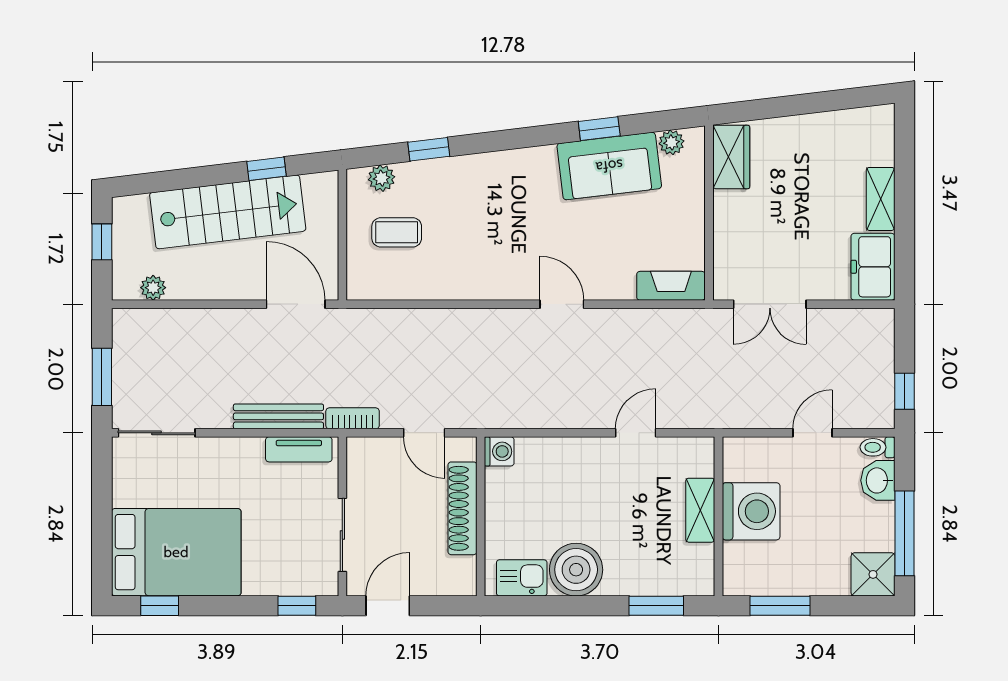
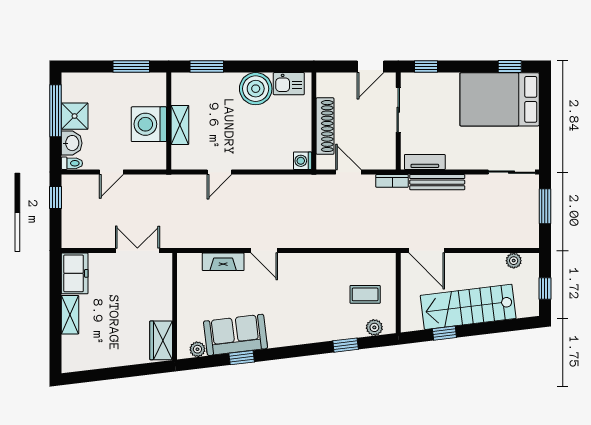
fireplace: (671, 286) -> (223, 262), moved
shower: (873, 574) -> (75, 116), moved

